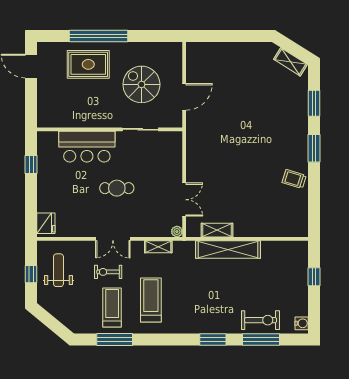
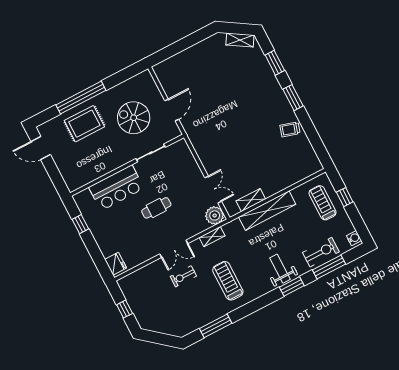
plant: (177, 232) -> (215, 215), width x1.88, depth x1.88
weight bench: (58, 270) -> (280, 269), moved
treadmill: (112, 307) -> (323, 203), moved

